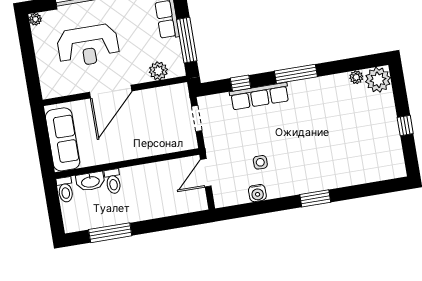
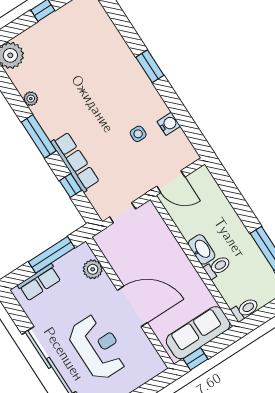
plant: (356, 77) -> (31, 99), moved
window: (40, 127) -> (195, 359), added
washbasin: (90, 181) -> (202, 249), moved

